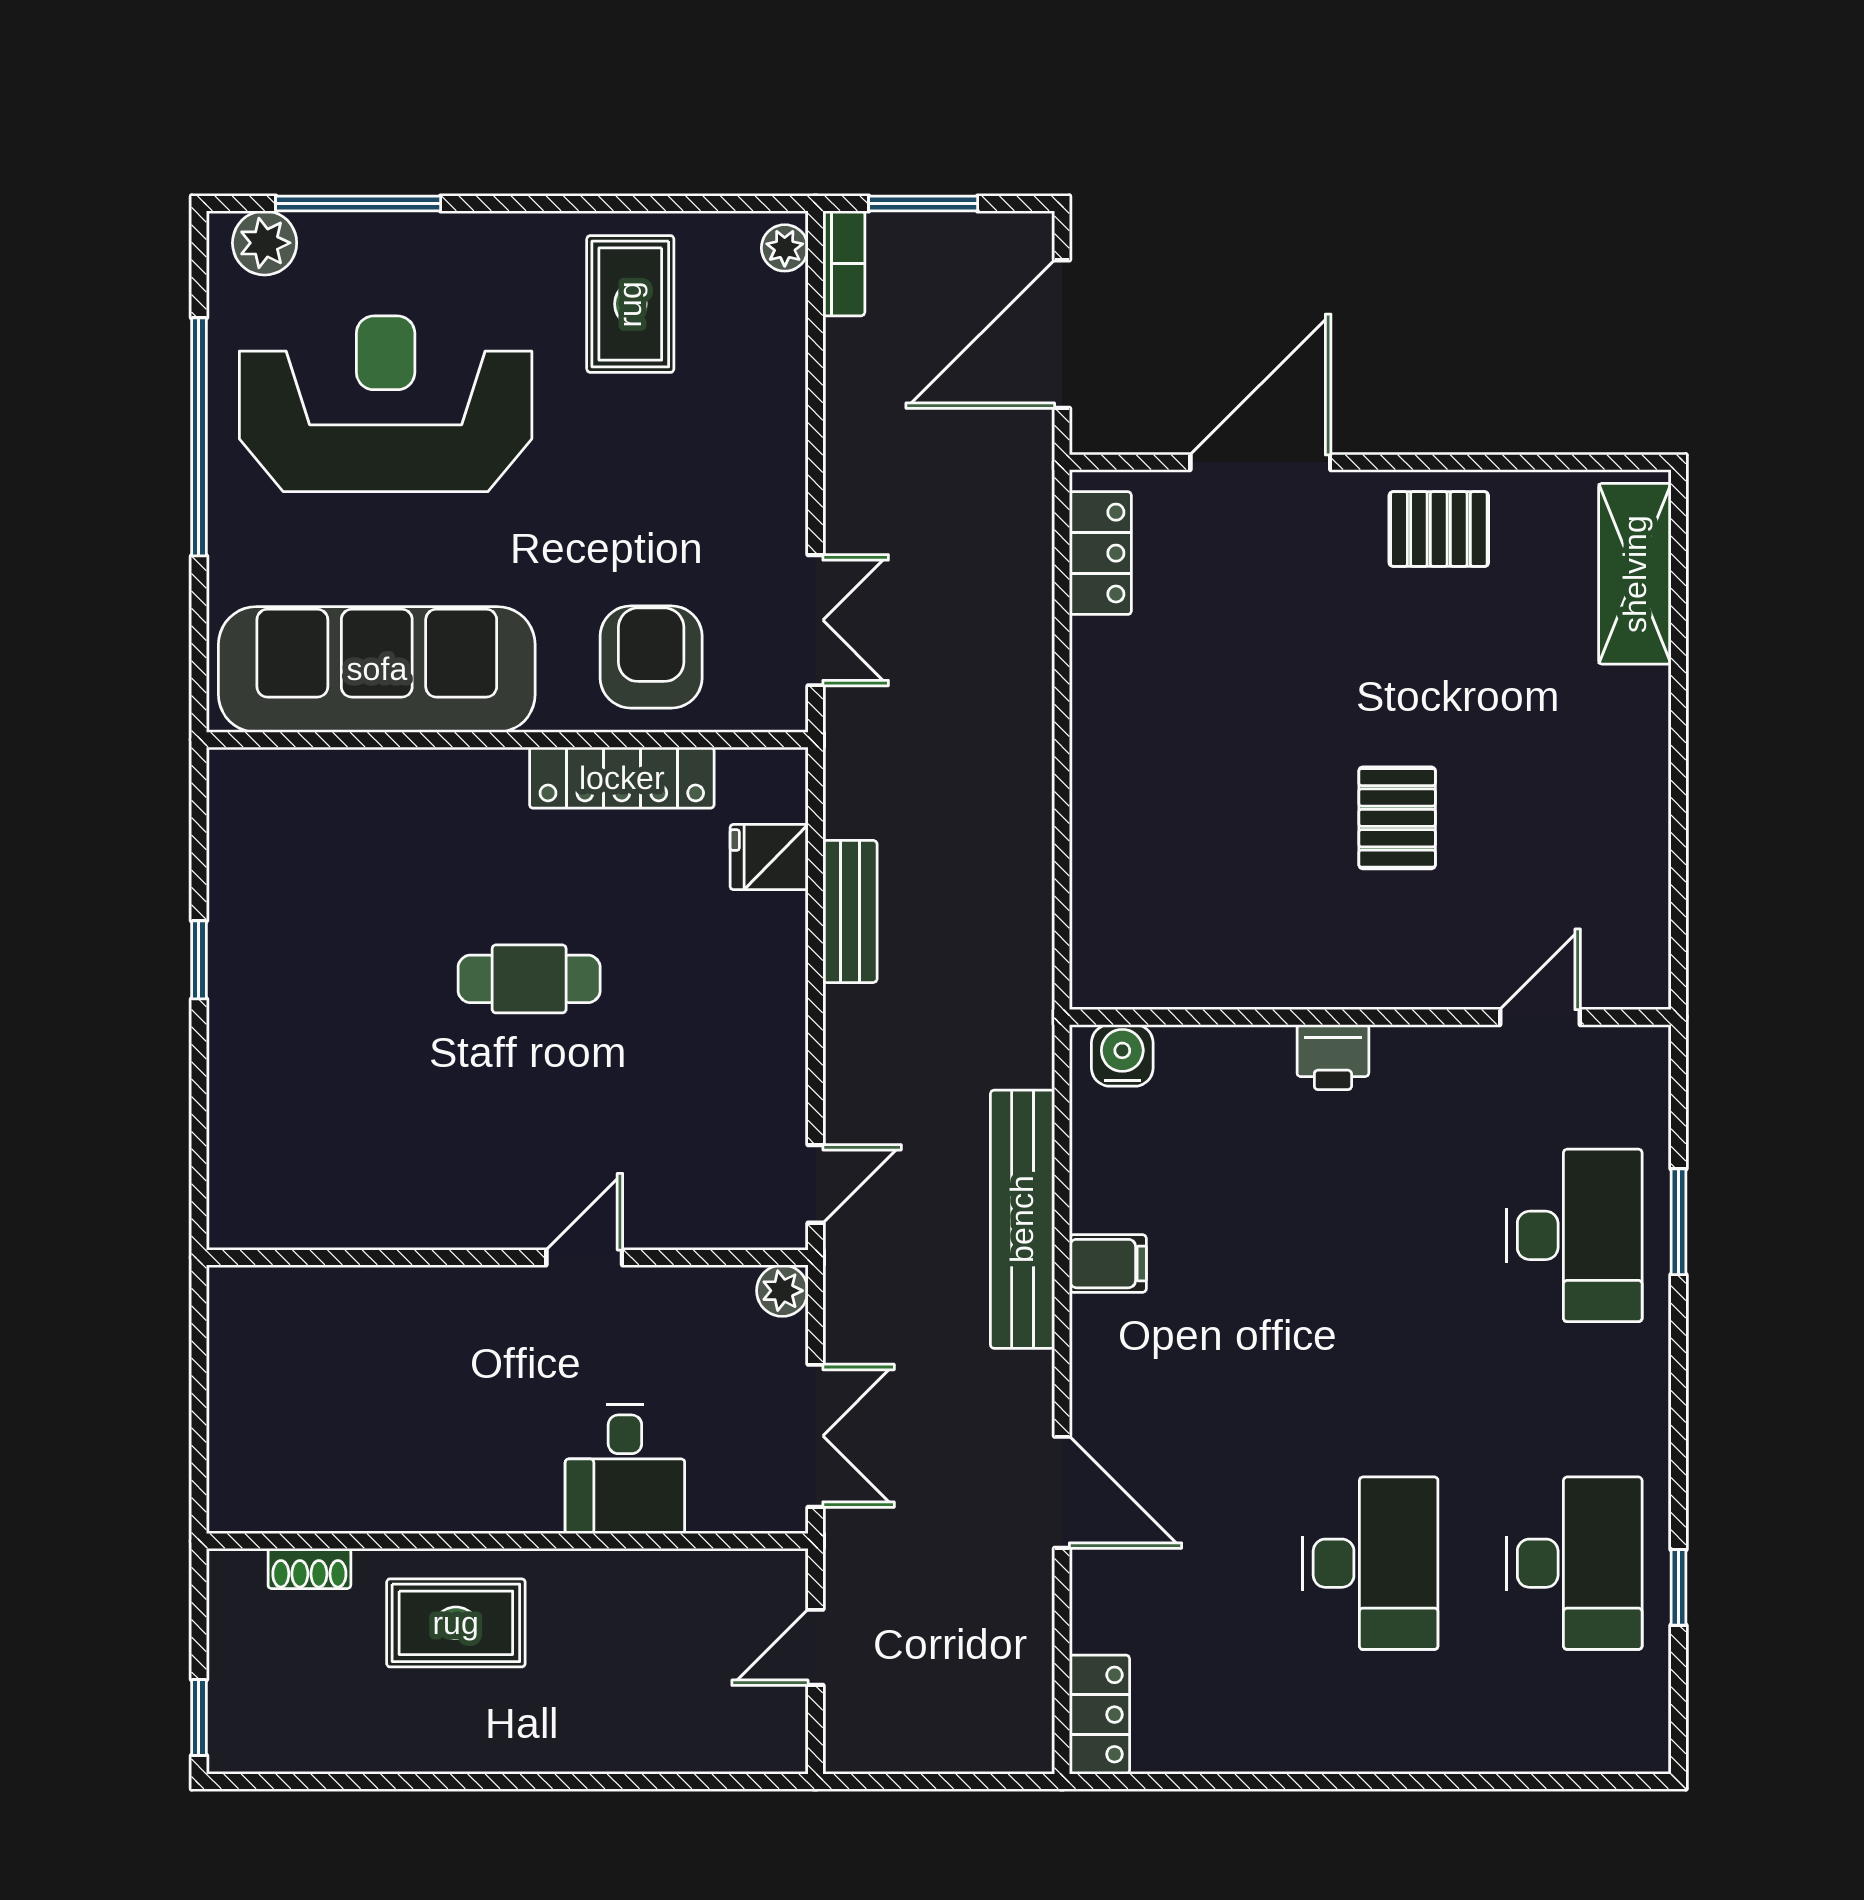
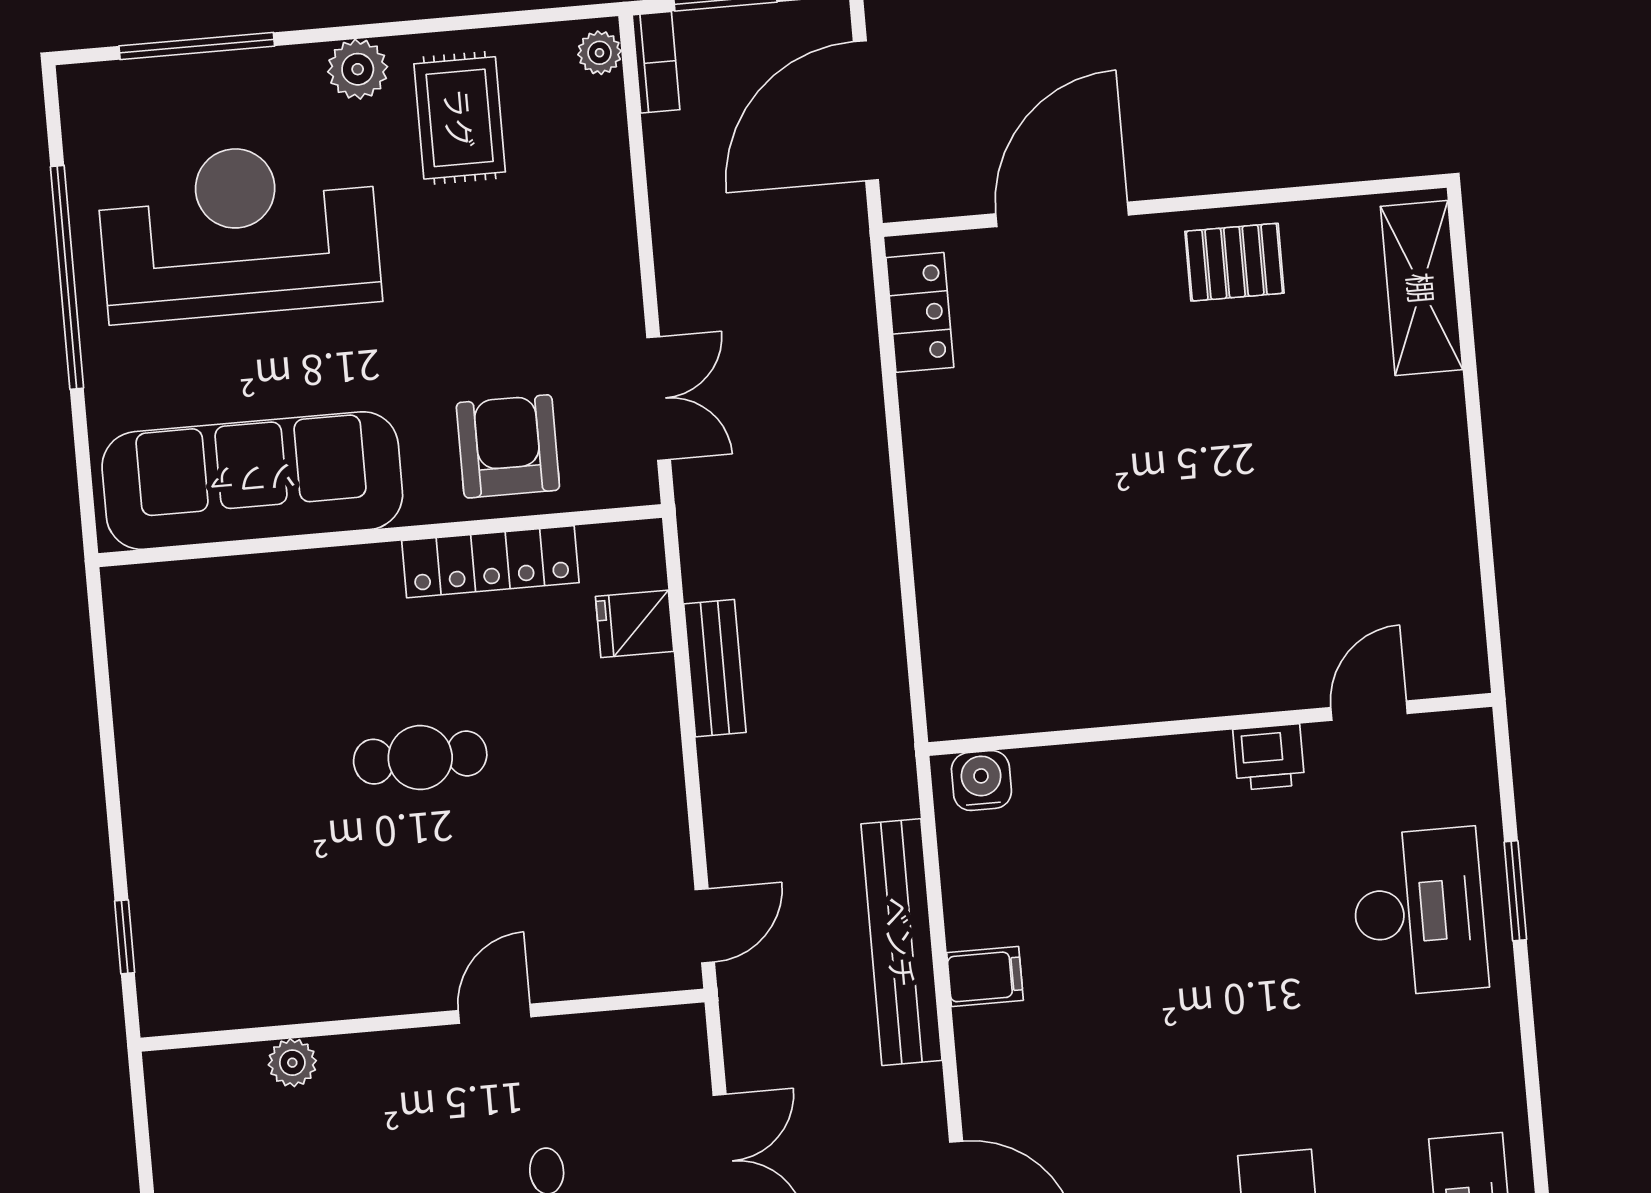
plant: (265, 243) -> (358, 69), moved
pallet: (1397, 818) -> (1219, 536), removed
window: (199, 960) -> (125, 937), moved
printer: (1333, 1057) -> (1269, 757), moved
plant: (782, 1291) -> (292, 1063), moved

